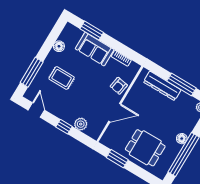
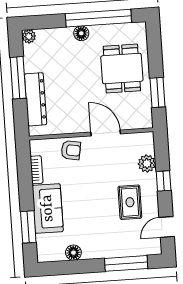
rug: (62, 78) -> (130, 202), moved

